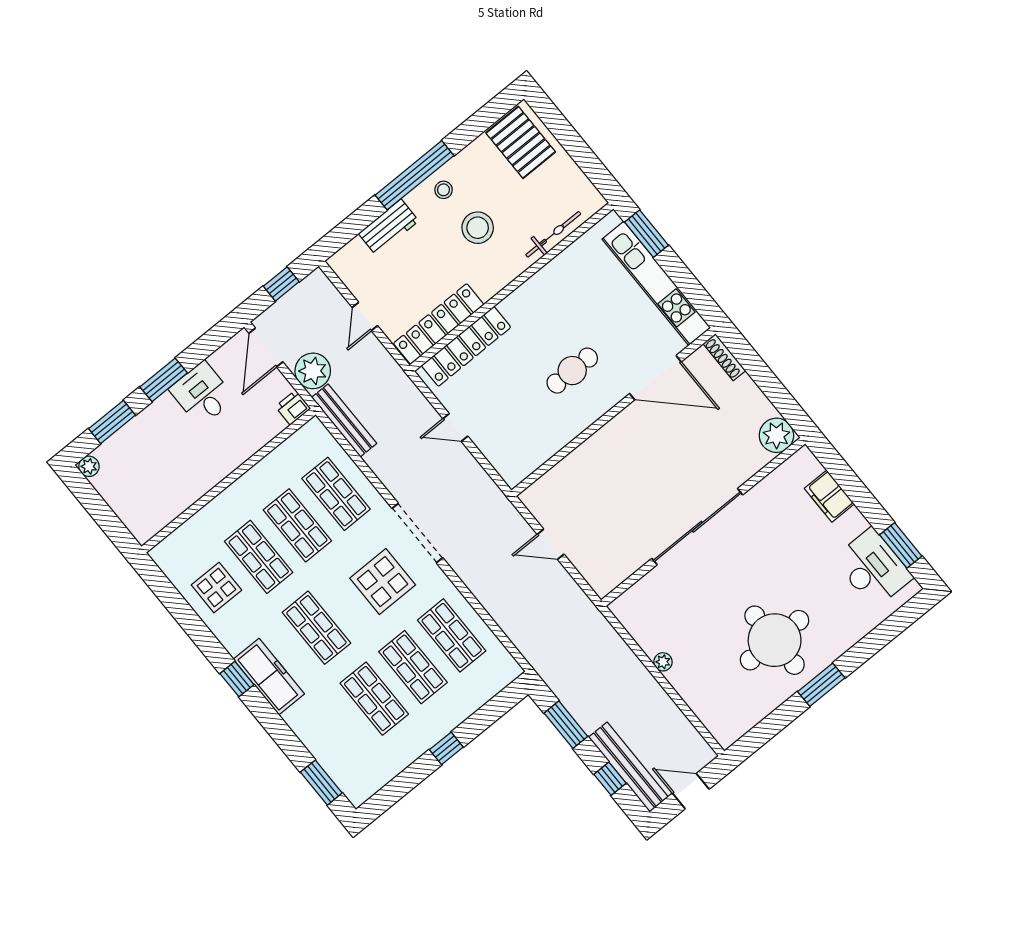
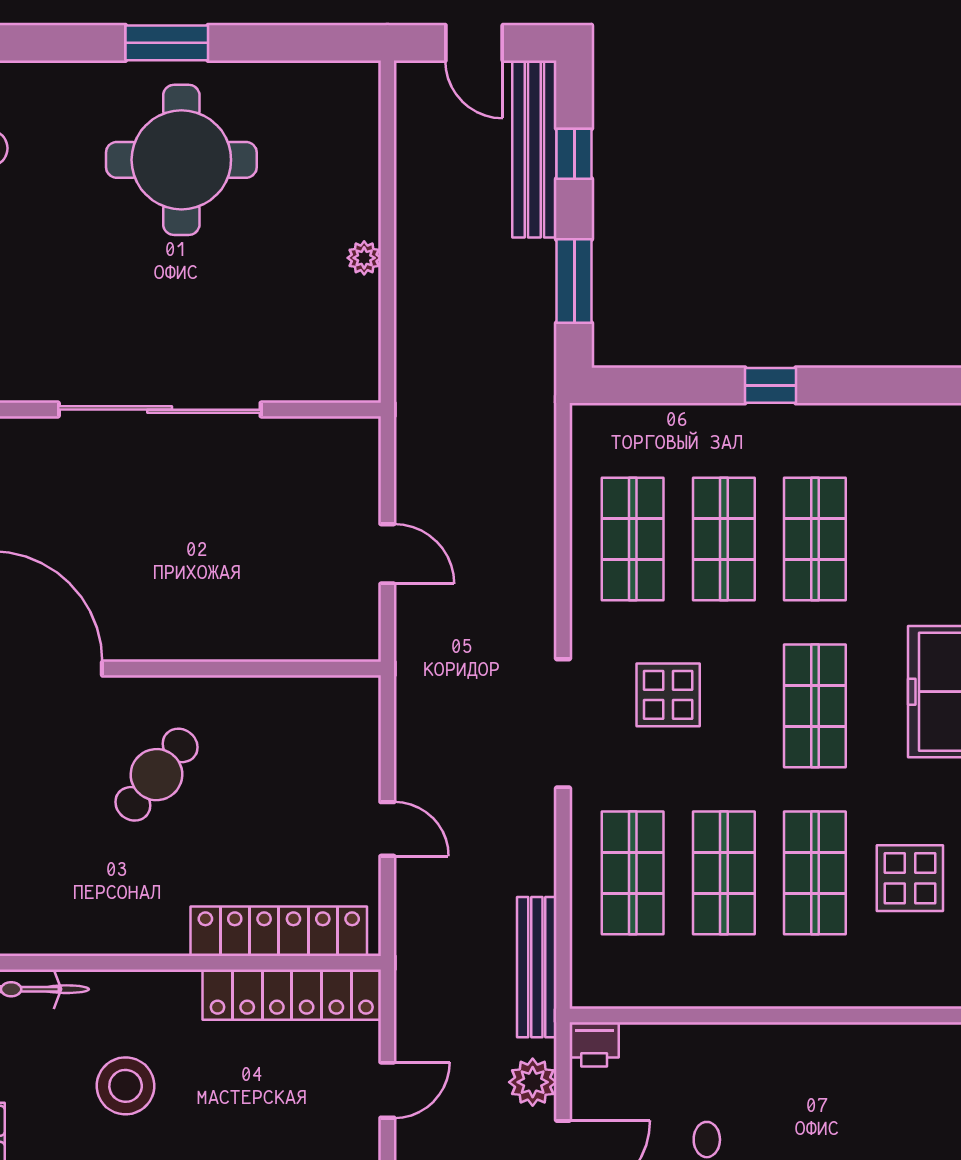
plant: (313, 371) -> (533, 1082), width x0.73, depth x0.73
cafe table: (572, 371) -> (156, 775), turned -51
display table: (383, 582) -> (668, 695), width x0.73, depth x0.73

